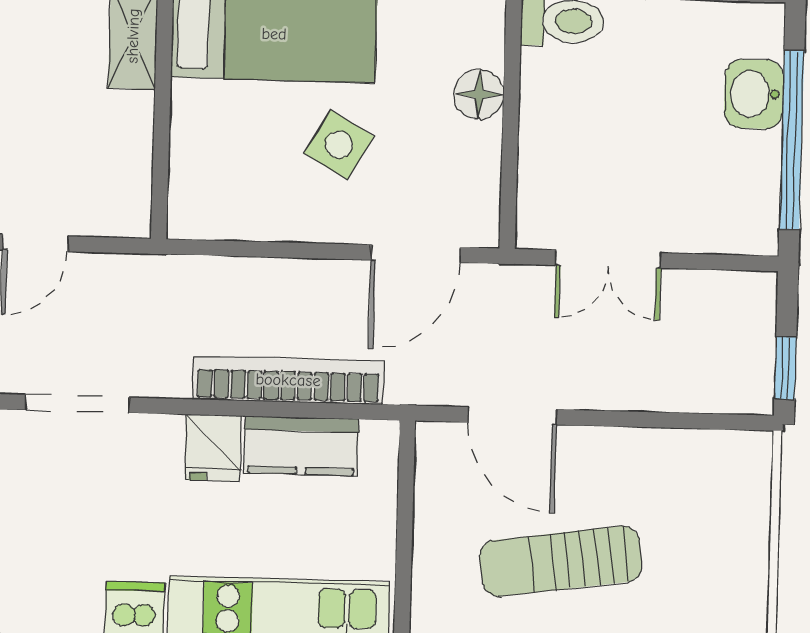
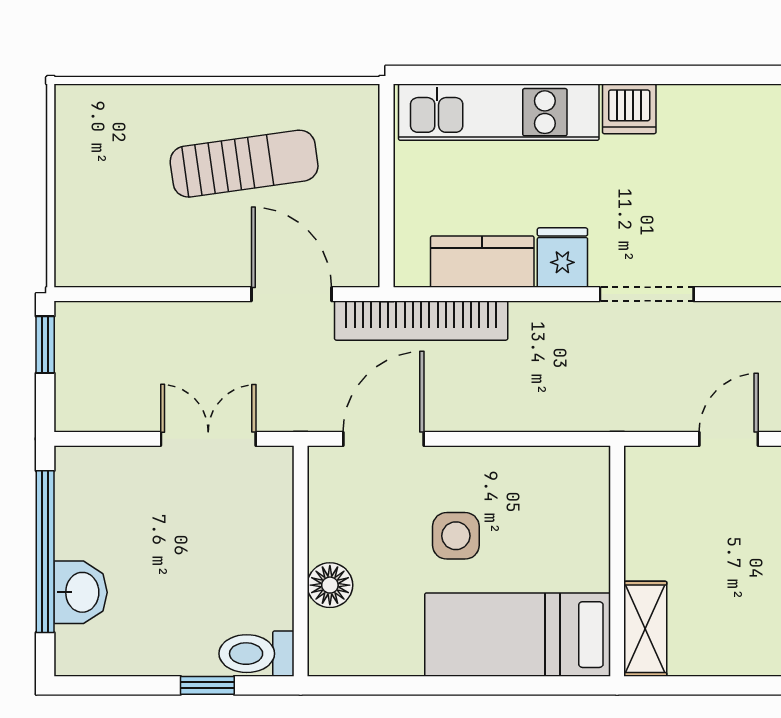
side table: (339, 145) -> (456, 536), turned -30
bookcase: (288, 380) -> (421, 321), moved
doorway: (77, 404) -> (647, 294), moved

